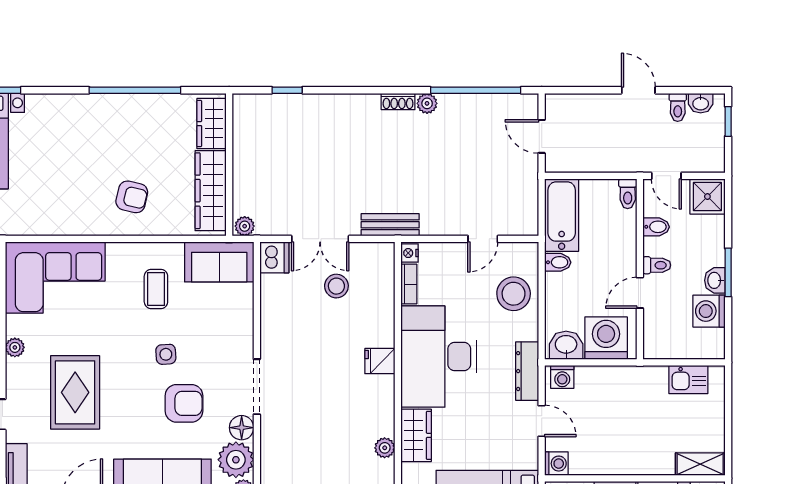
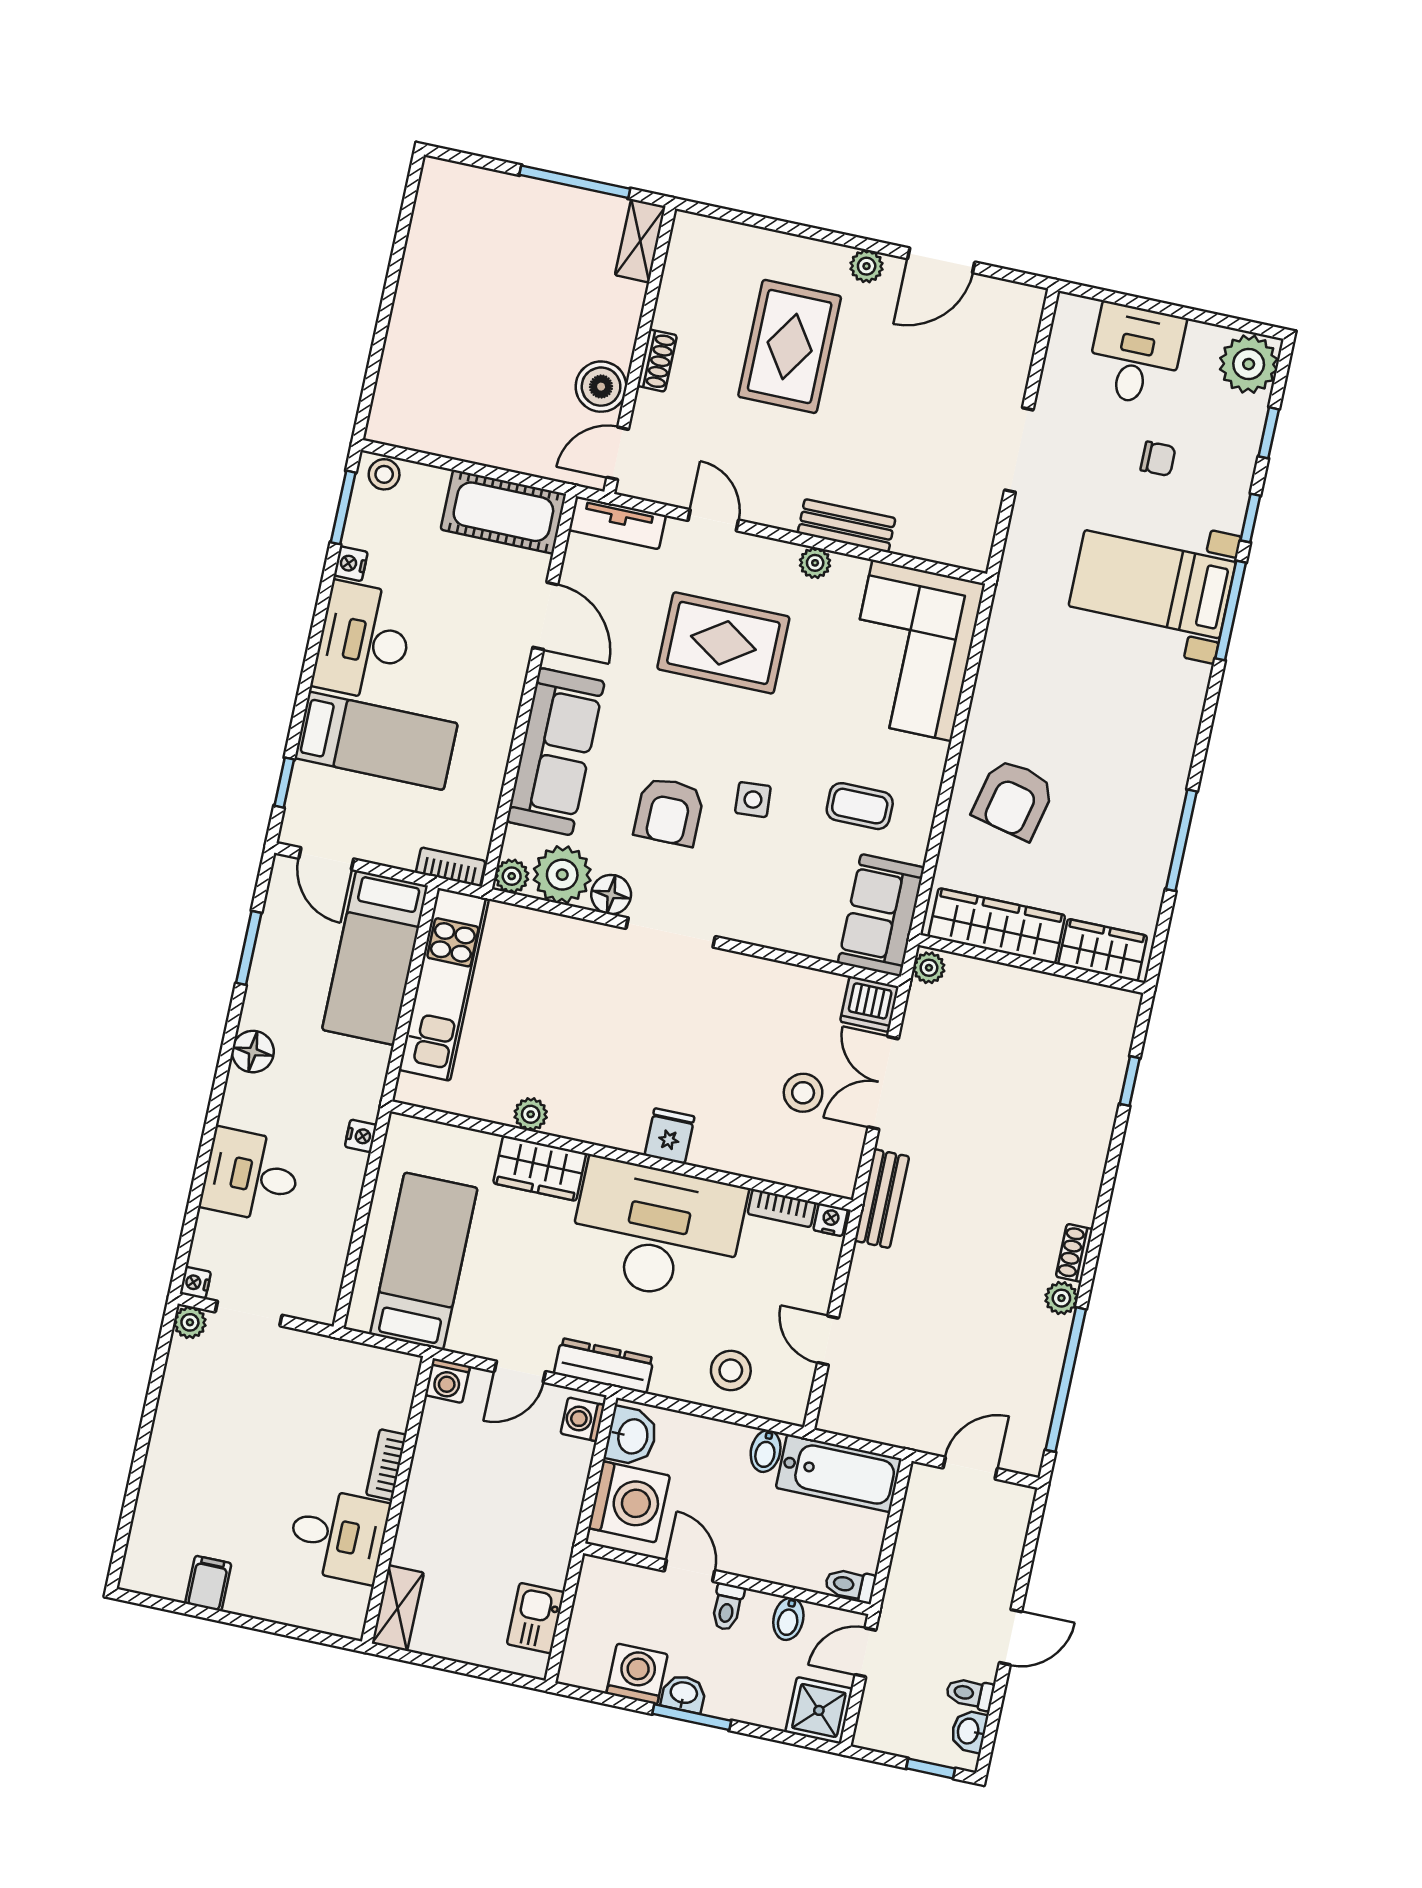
window: (135, 90) -> (1181, 840), width x0.68
armchair: (132, 197) -> (1014, 799), width x1.38, depth x1.38
stool: (514, 294) -> (731, 1370), width x0.73, depth x0.73

